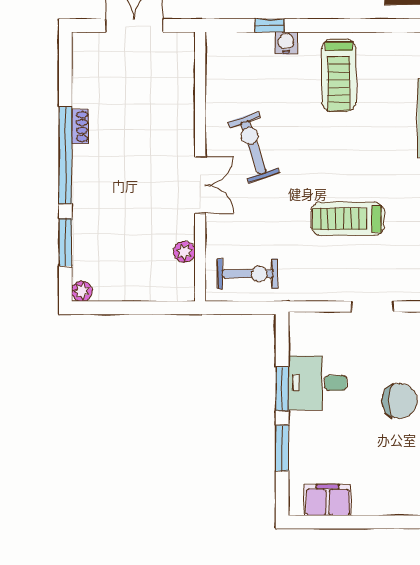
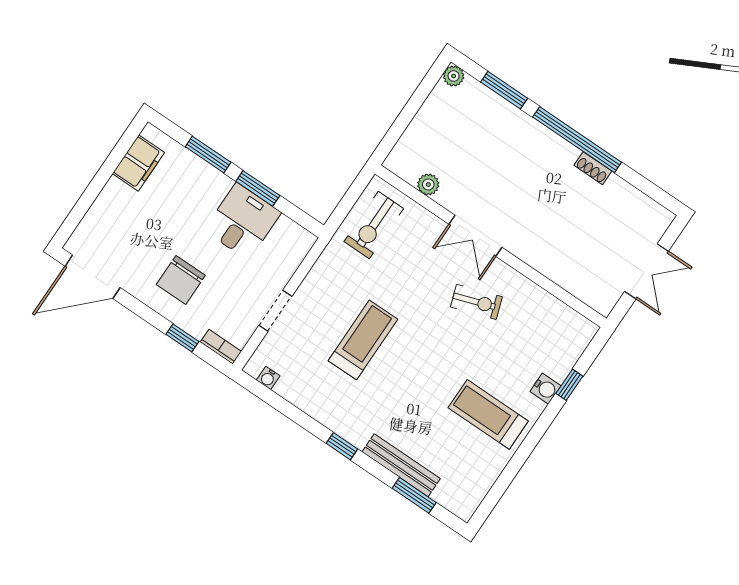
exercise bike: (253, 147) -> (476, 302), width x0.73, depth x0.72

